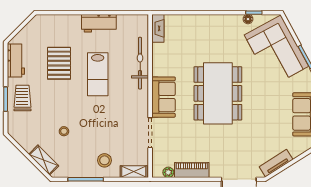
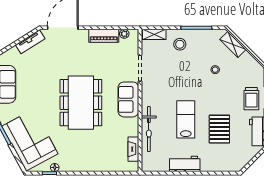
fireplace: (158, 28) -> (133, 149), moved

